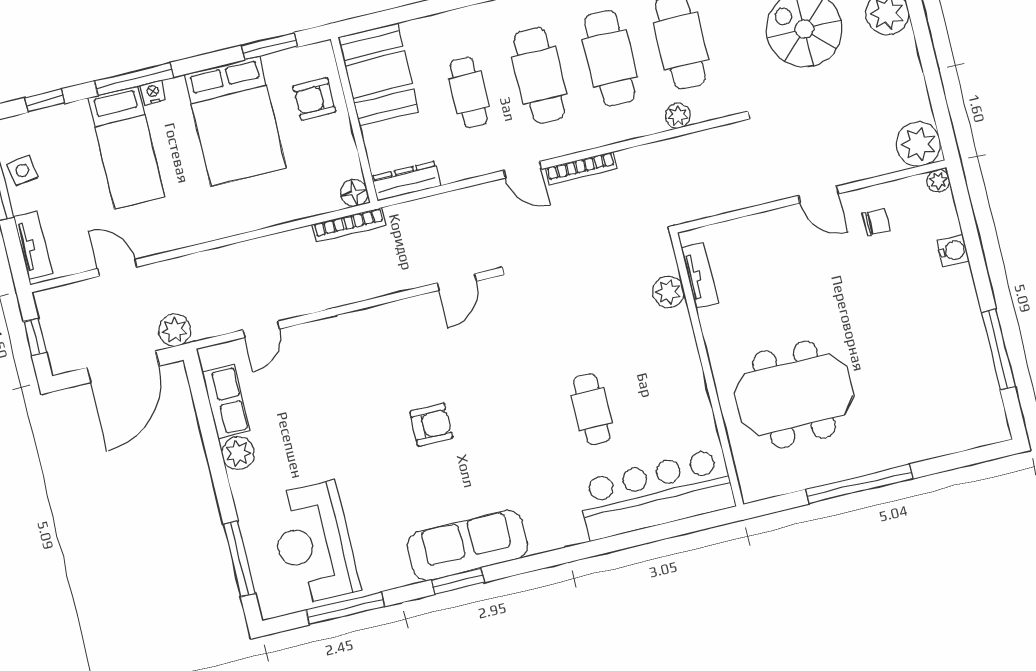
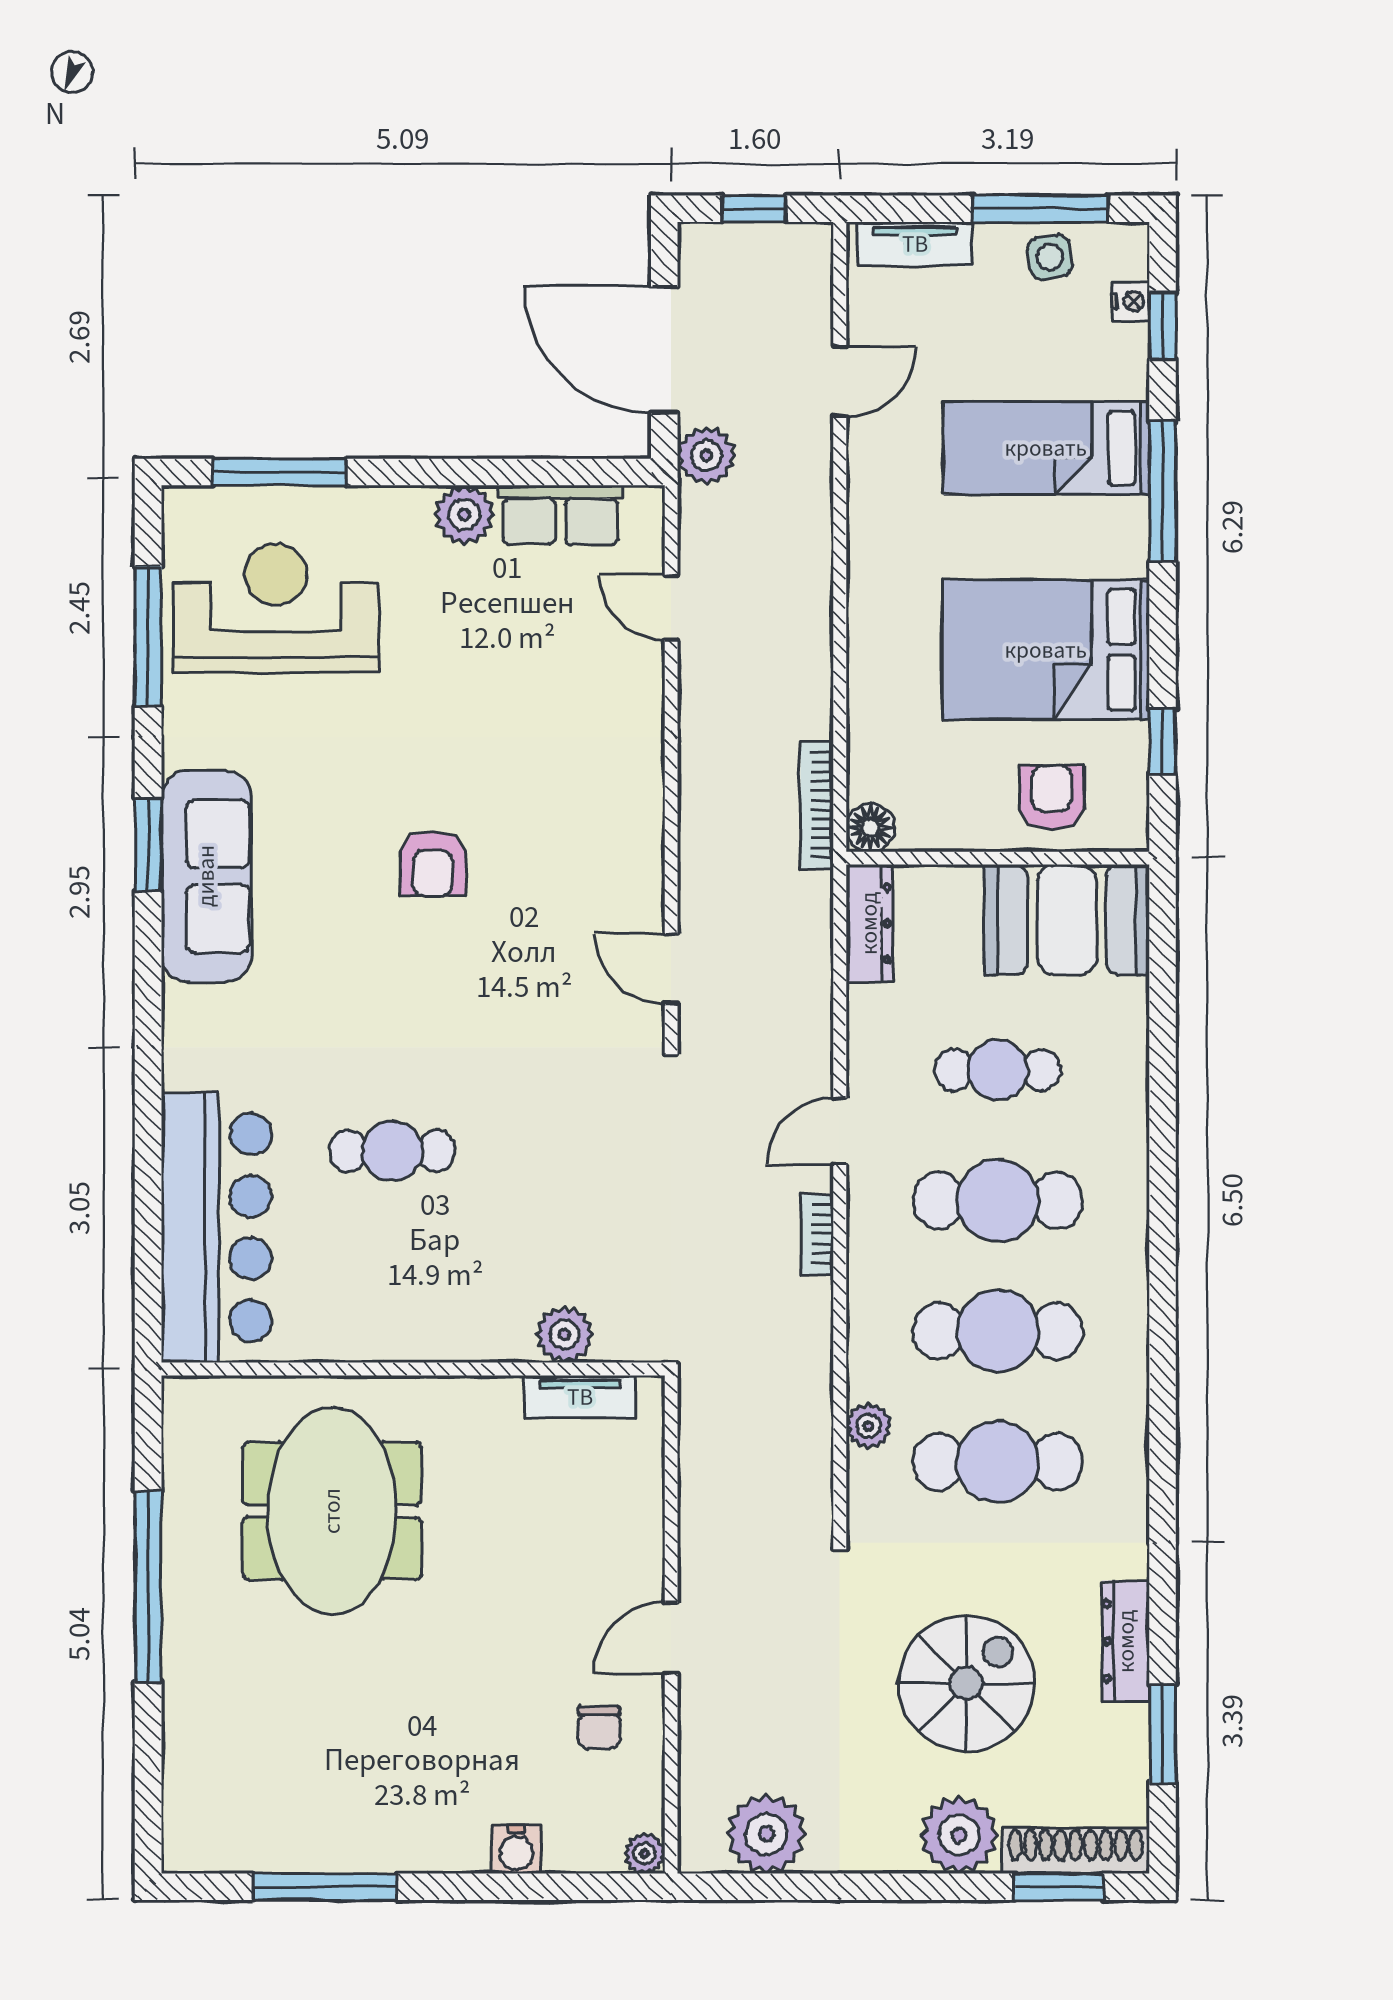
window: (269, 46) -> (1163, 741), width x0.67
nightstand: (153, 93) -> (1131, 301), moved
plant: (918, 144) -> (766, 1834), moved
bookcase: (581, 168) -> (817, 1234), width x0.64

